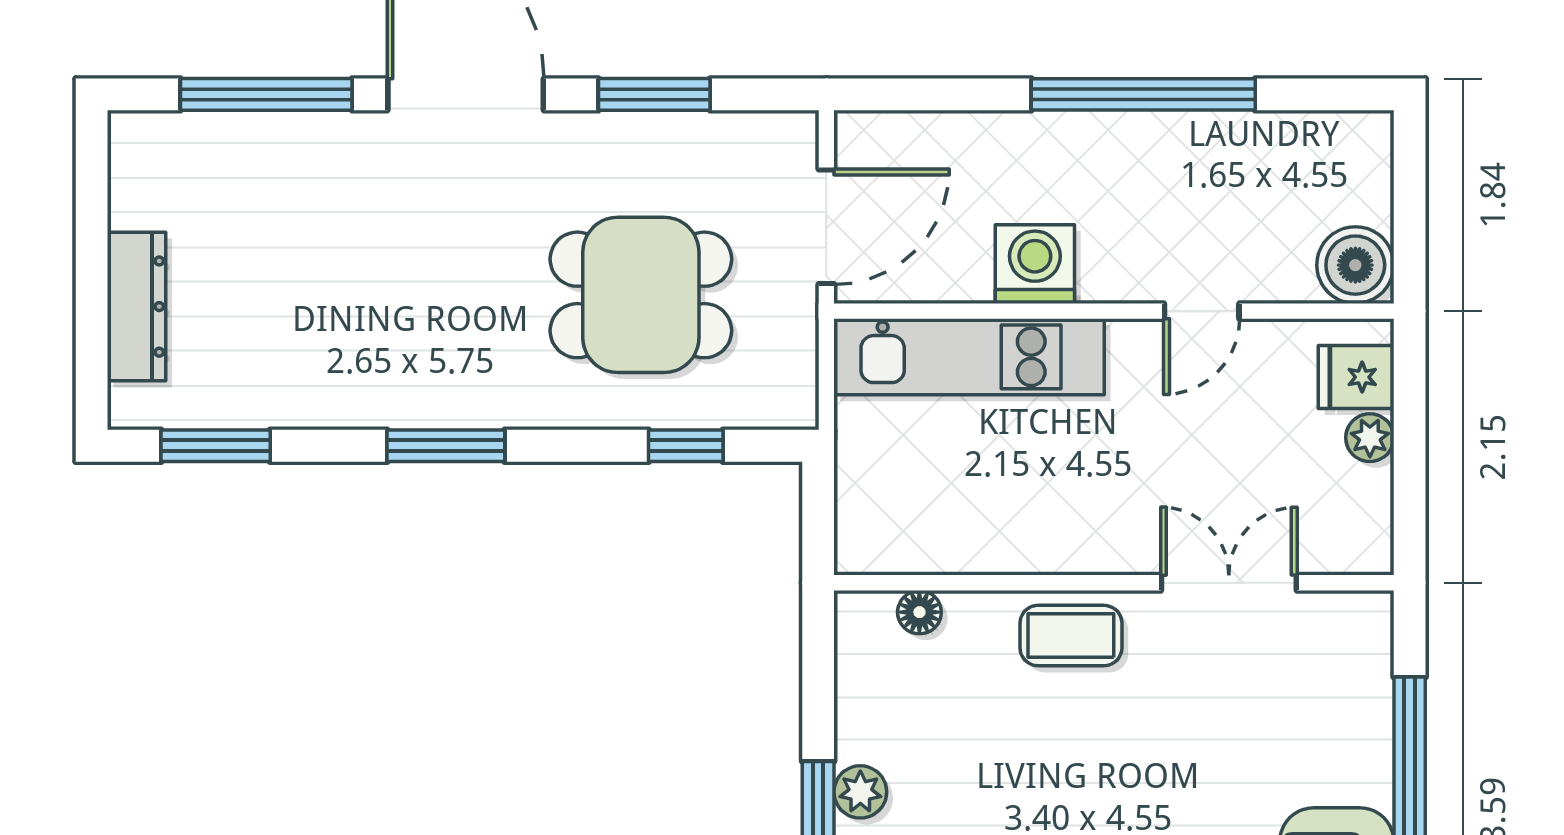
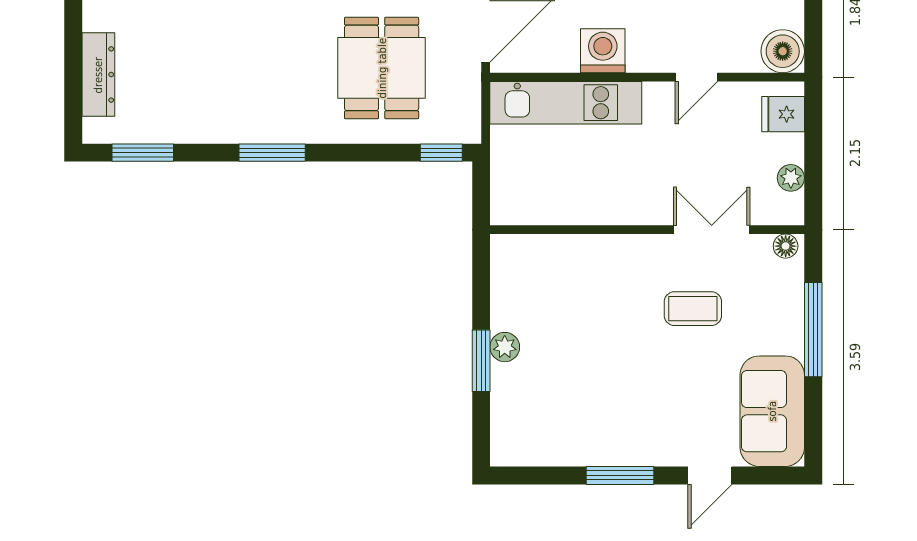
dining table: (641, 295) -> (382, 68), turned 90
plant: (1370, 438) -> (791, 178), moved
window: (686, 446) -> (441, 153), moved
floor lamp: (919, 612) -> (786, 246), moved
coffee table: (1071, 636) -> (693, 309), moved

